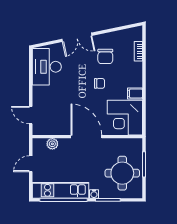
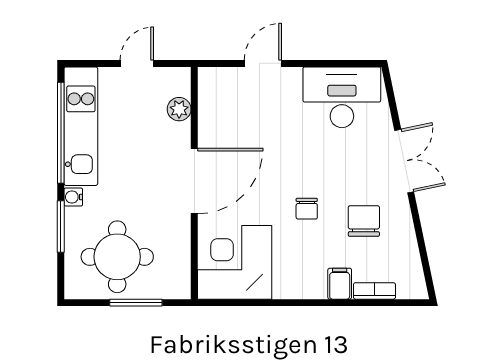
double door: (77, 37) -> (404, 161), swing flipped
chair: (105, 56) -> (364, 221), turned 90
filing cabinet: (135, 93) -> (340, 284), moved
door: (31, 115) -> (263, 63), moved
door: (31, 164) -> (137, 63), hinge flipped

